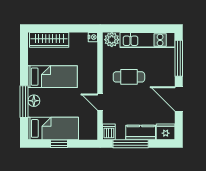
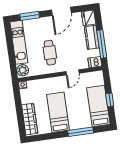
window: (179, 58) -> (30, 16), width x0.69
floor lamp: (34, 101) -> (79, 124), removed

